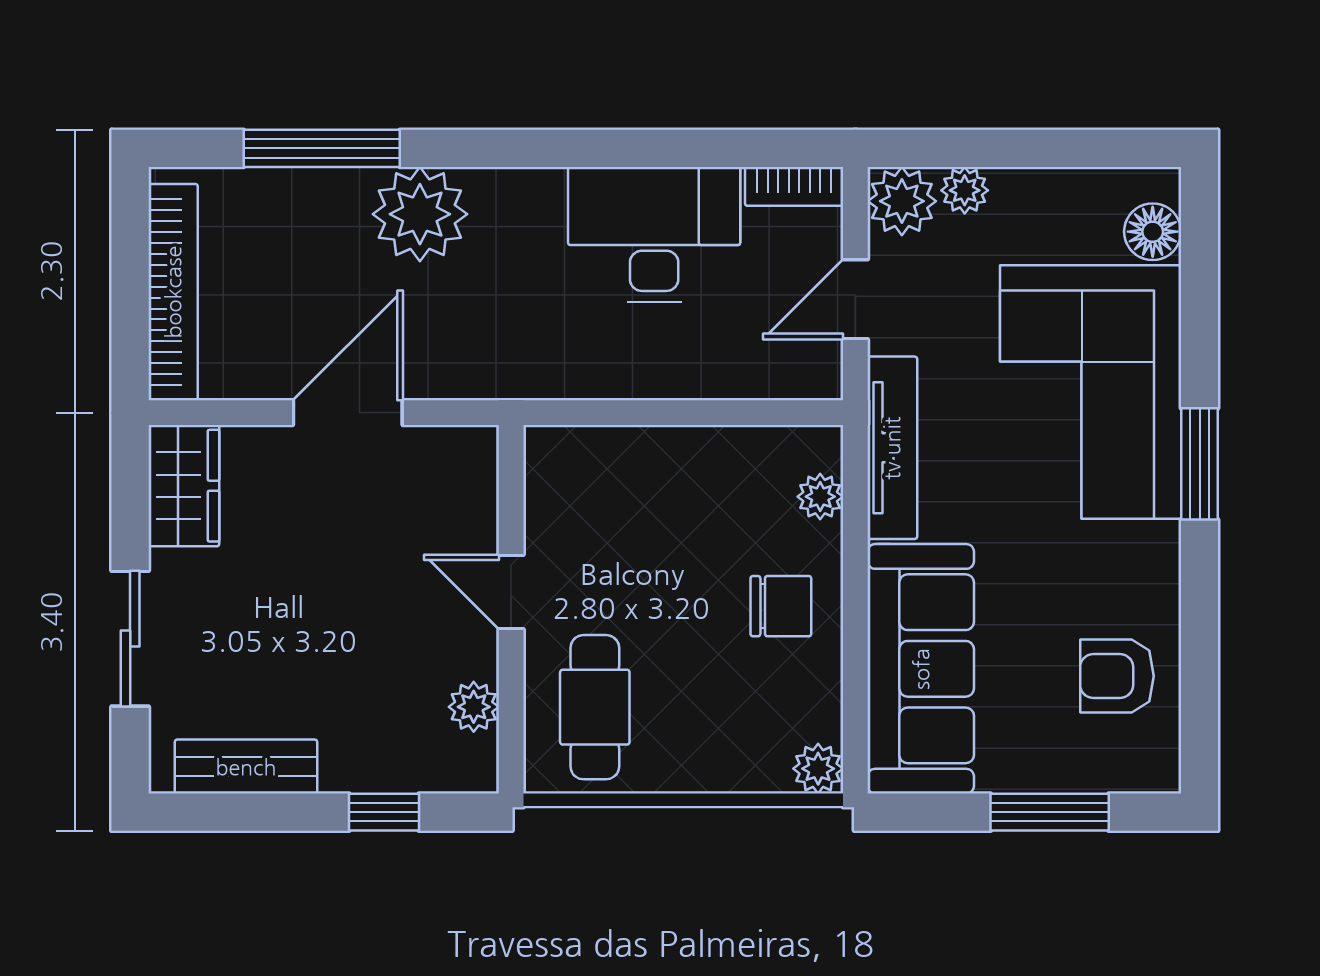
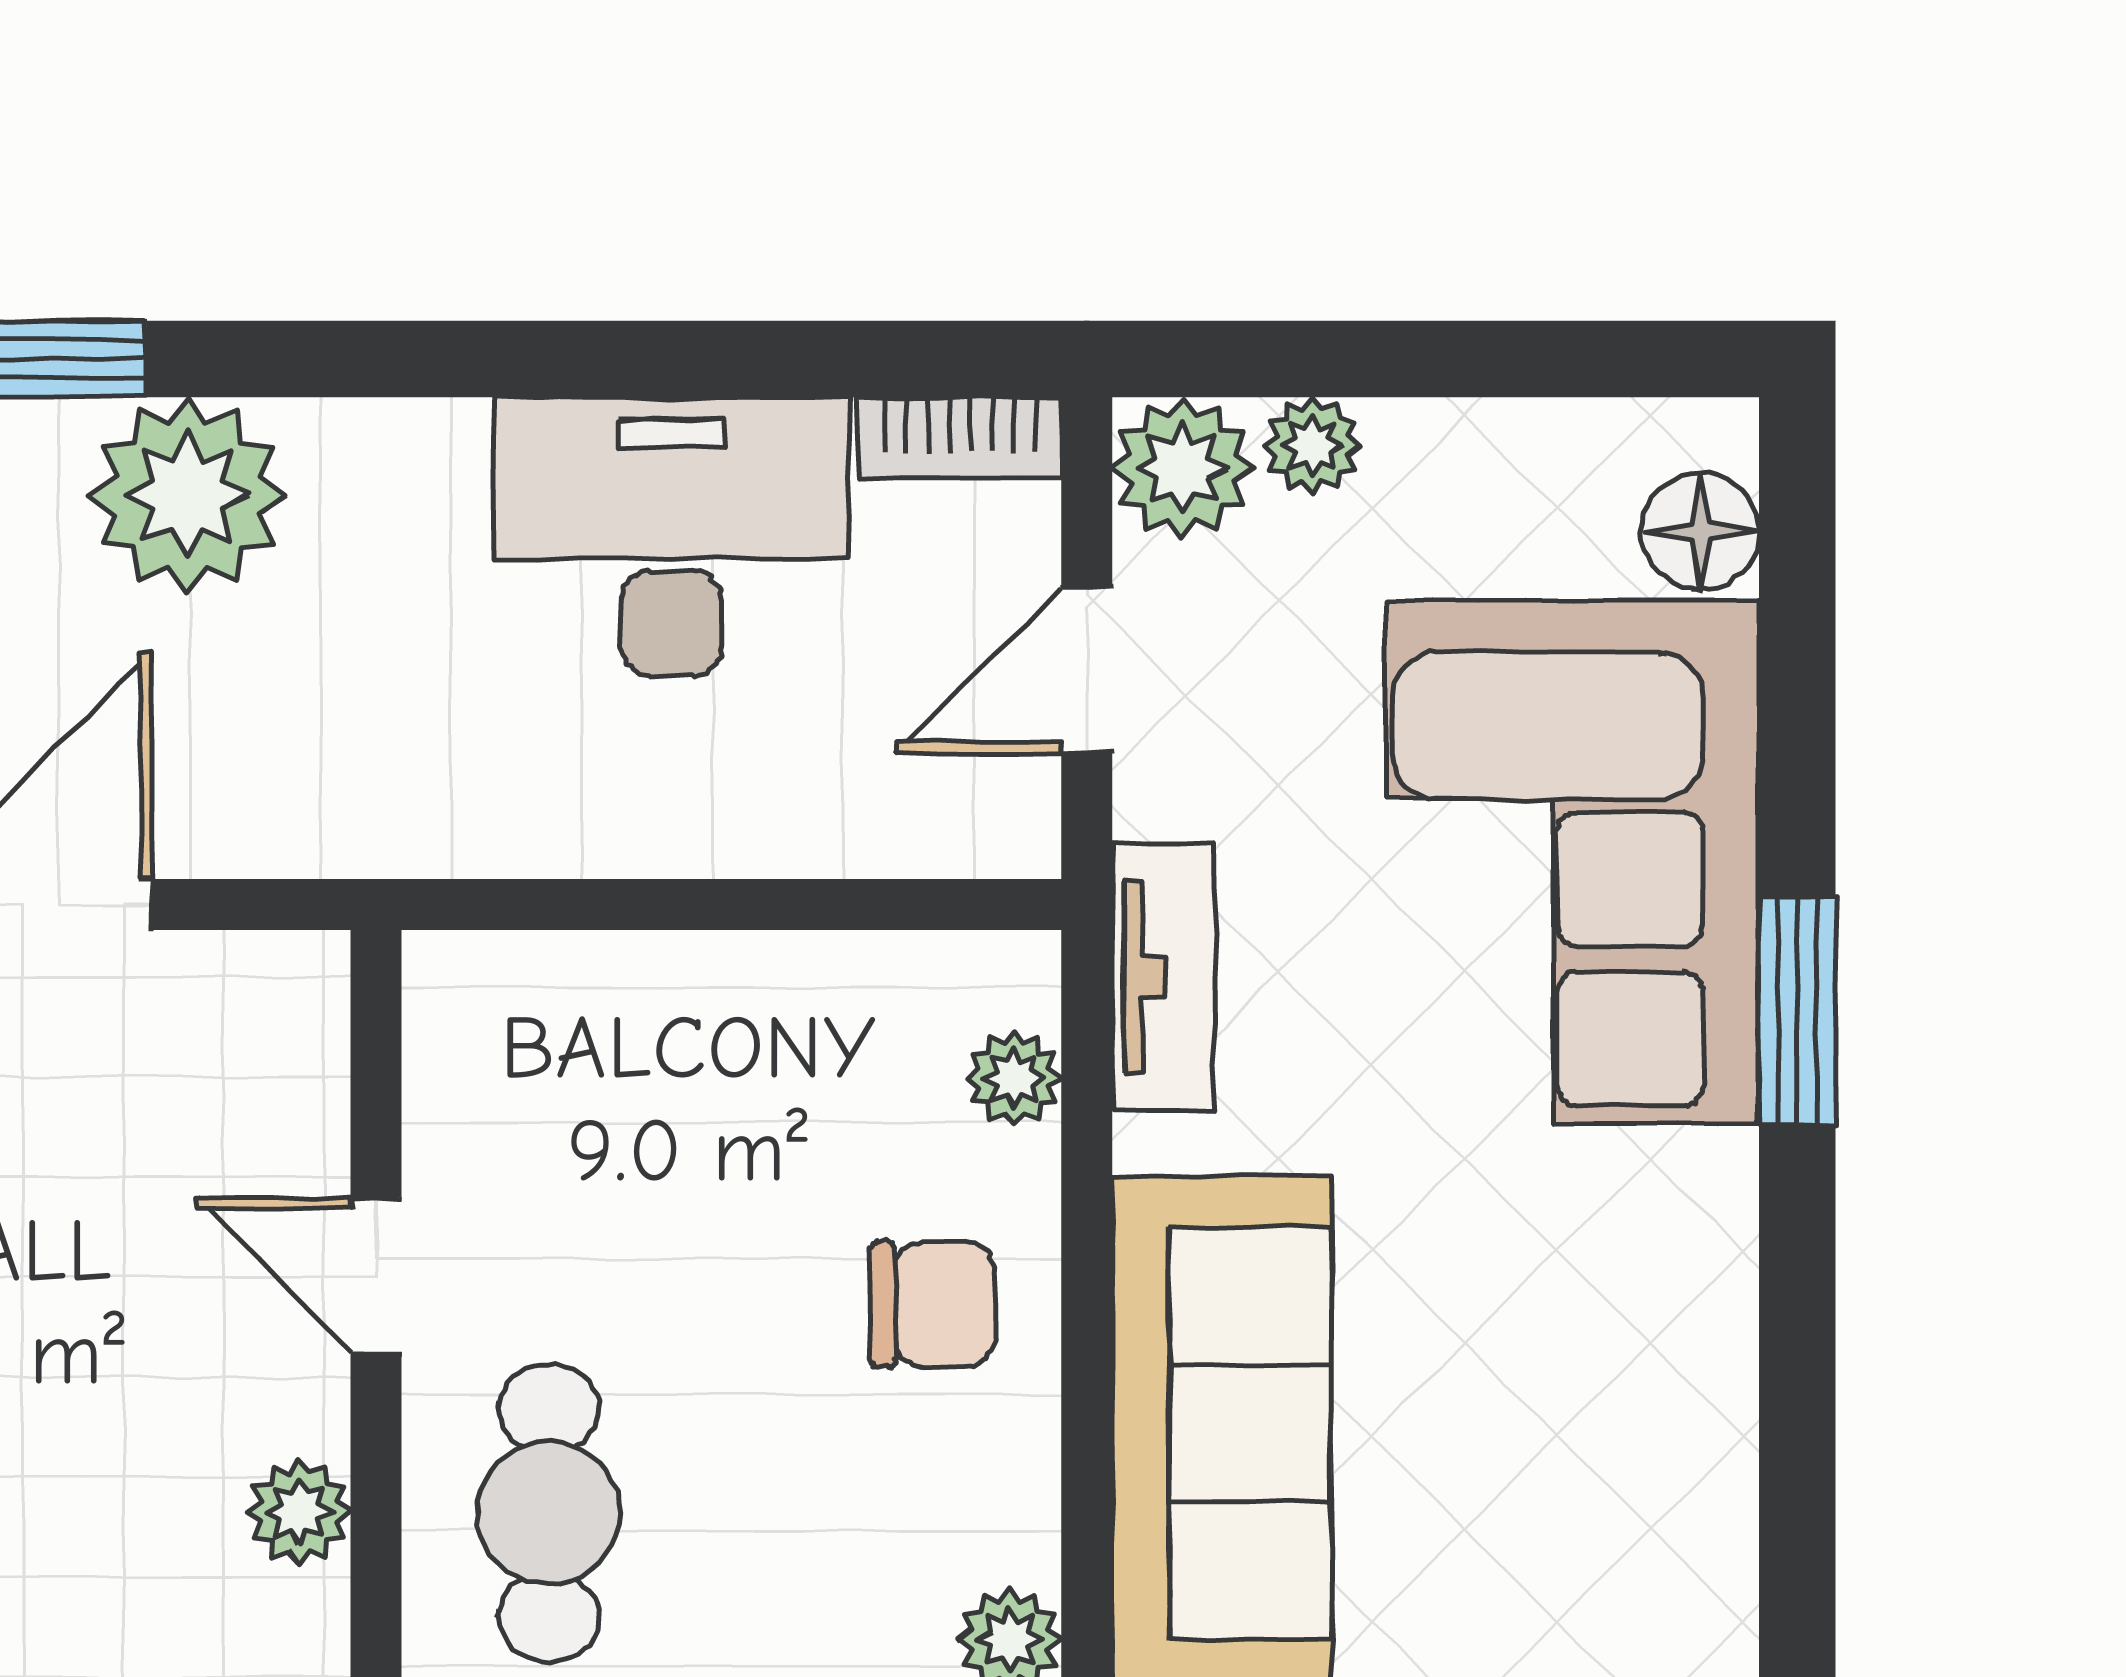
tv unit: (892, 448) -> (1163, 977), width x0.71
armchair: (1117, 676) -> (1627, 1448), removed

